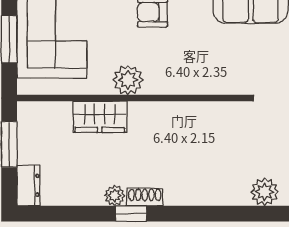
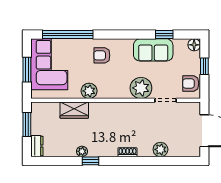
plant: (227, 74) -> (141, 88), added
shoe rack: (145, 197) -> (127, 152), moved

